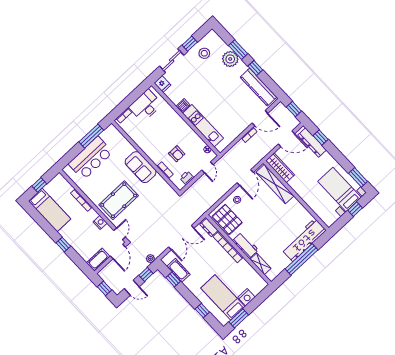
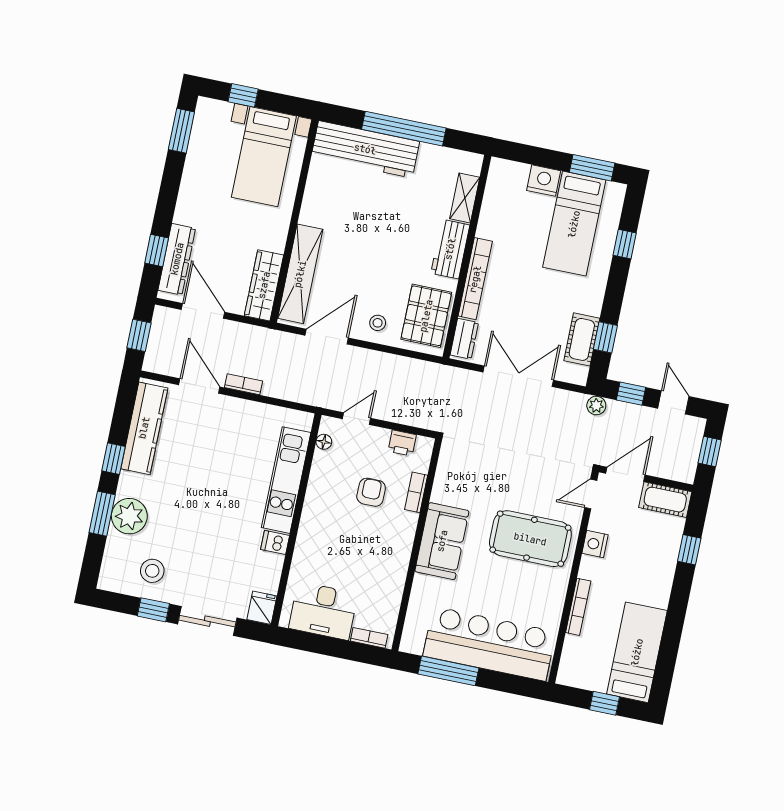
bar counter: (91, 158) -> (489, 644), width x1.36
bed with nightstands: (340, 189) -> (264, 157), moved
window: (63, 245) -> (689, 550), moved

